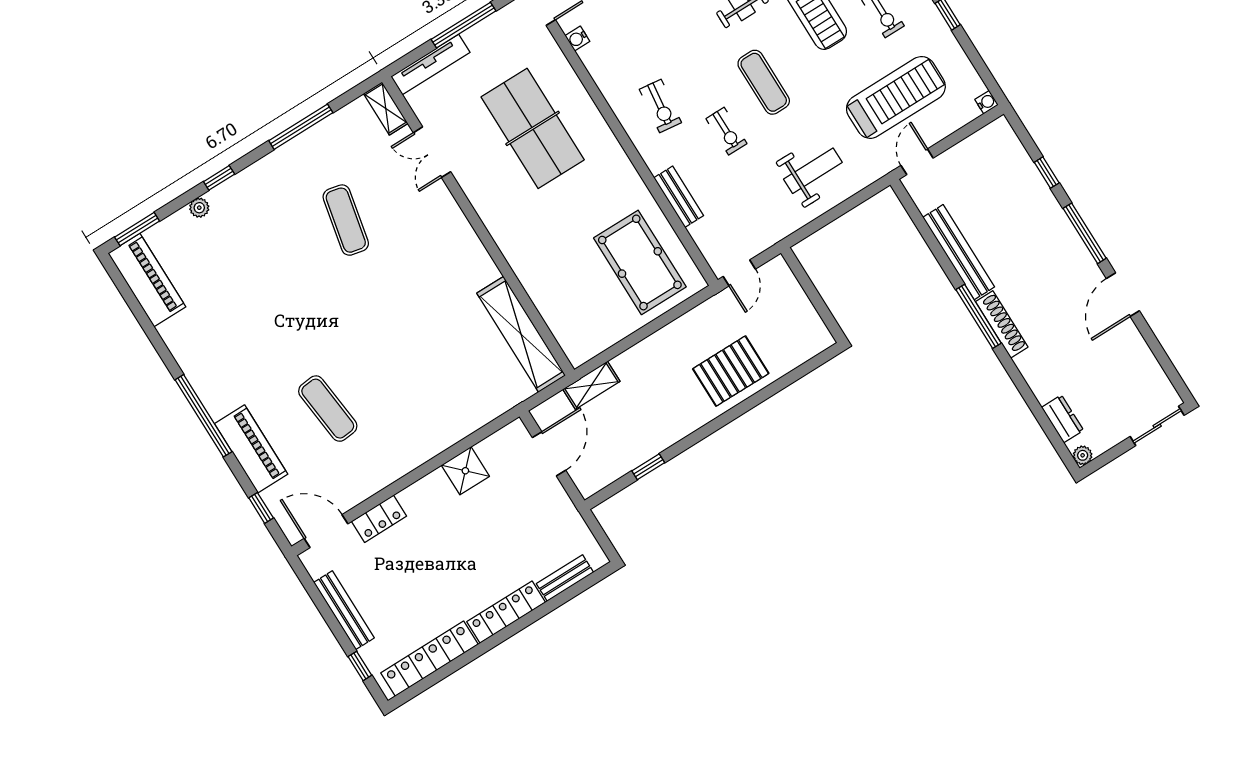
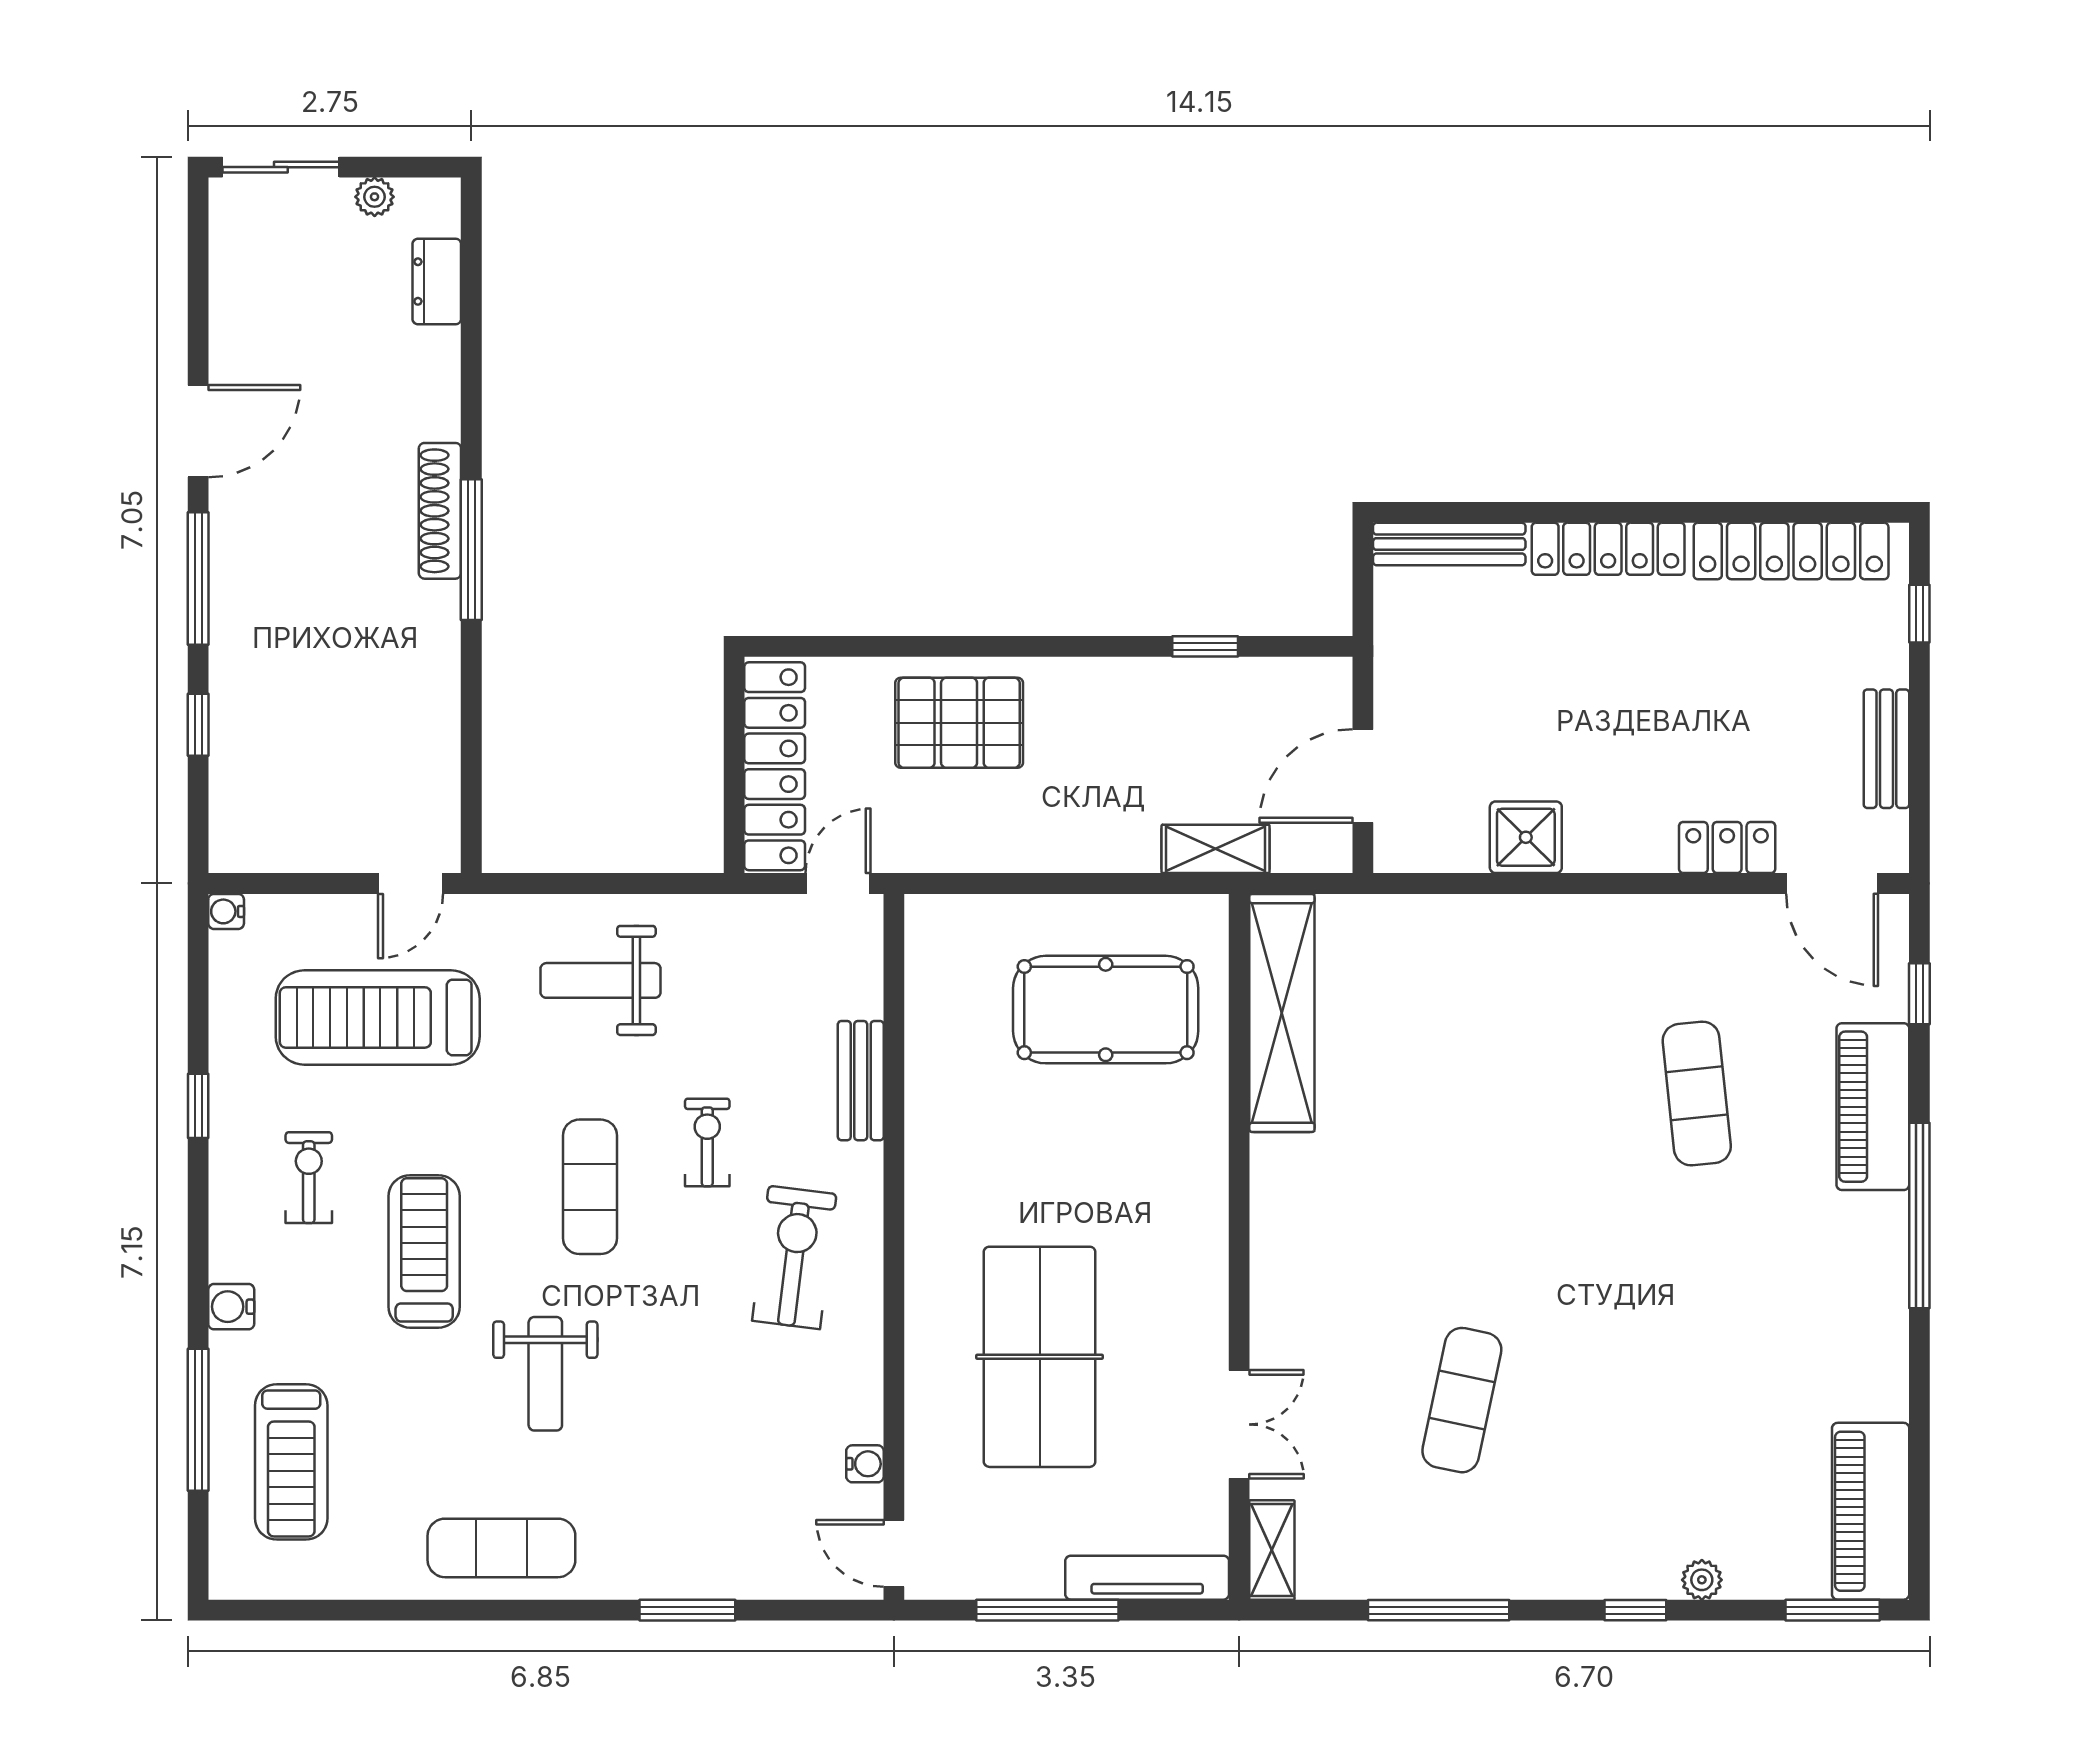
exercise bike: (660, 106) -> (794, 1257), width x1.38, depth x1.39
bench: (959, 252) -> (436, 682), removed
pool table: (640, 262) -> (1106, 1010), moved, turned 90
locker: (796, 305) -> (775, 766), added
plant: (1083, 455) -> (375, 197), moved
bench: (565, 578) -> (1449, 544), width x1.36
bench: (344, 610) -> (1886, 749), width x0.73

